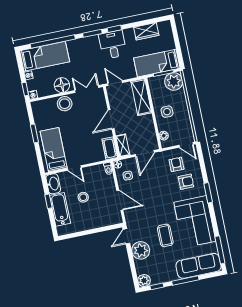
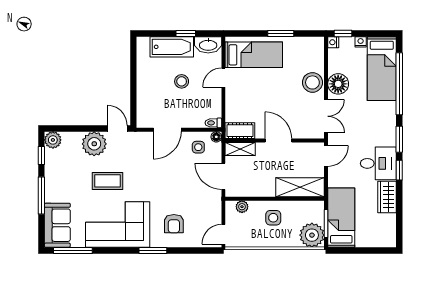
wardrobe: (146, 31) -> (387, 197), moved
armchair: (176, 164) -> (200, 216), removed
sofa: (199, 266) -> (57, 225), width x0.73

